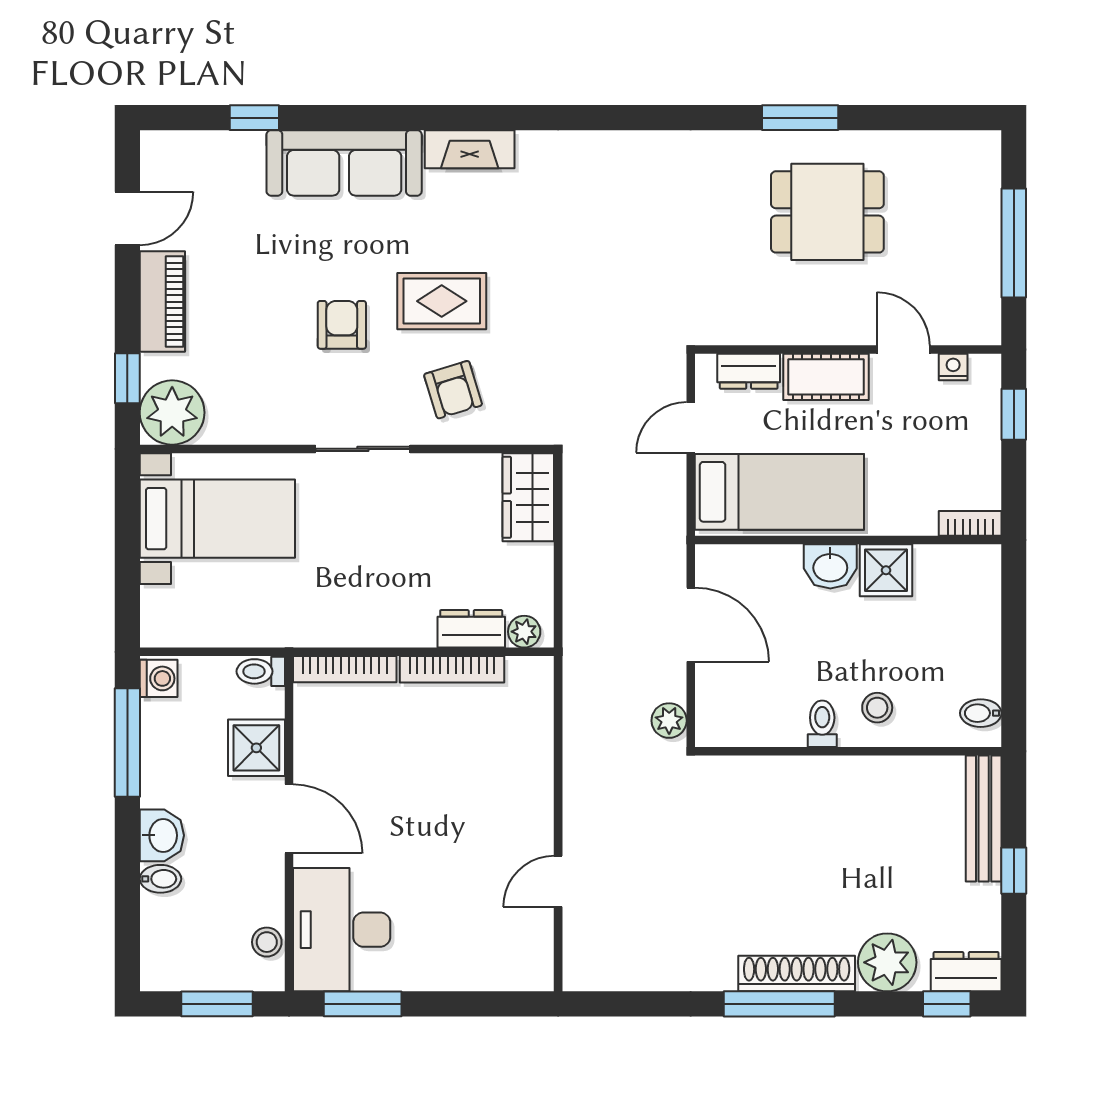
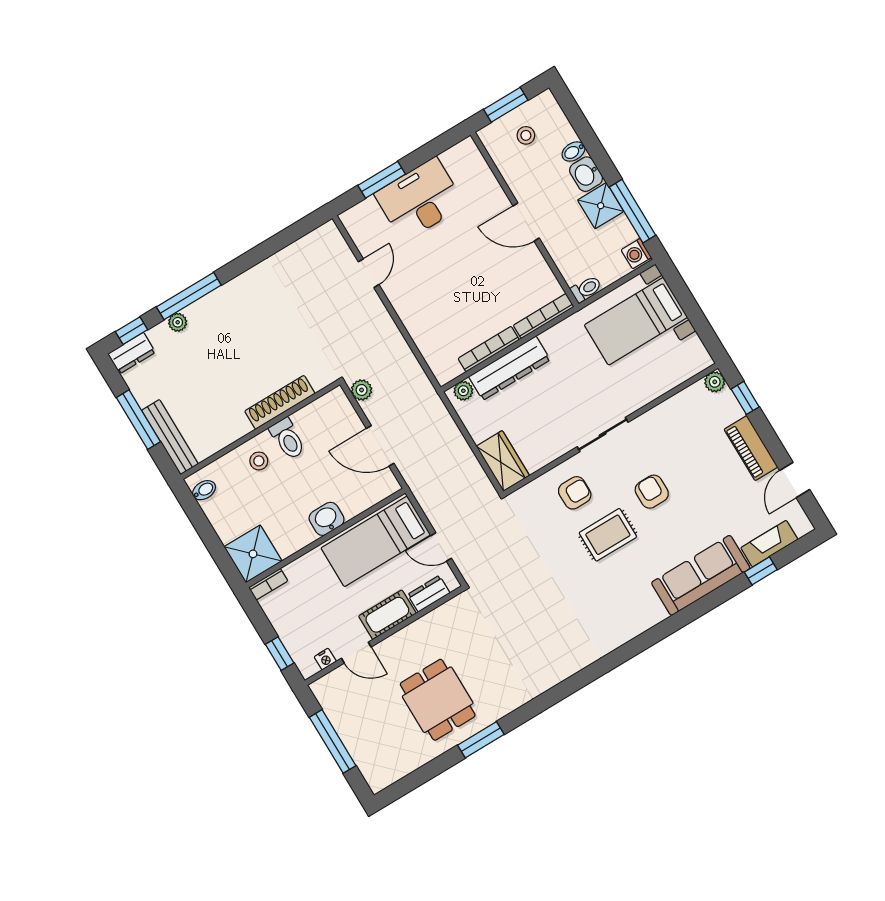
fireplace: (470, 149) -> (769, 544), moved
dining table: (827, 212) -> (438, 700), turned 90
armchair: (342, 325) -> (652, 492), turned 180
armchair: (453, 390) -> (575, 493), turned 107
plant: (172, 413) -> (715, 382), width x0.53, depth x0.53
door: (691, 427) -> (441, 547), swing flipped
bed with nightstands: (217, 519) -> (636, 321), moved
shower: (886, 570) -> (253, 554), moved, width x1.36, depth x1.36
dresser: (471, 629) -> (509, 368), width x1.96, depth x1.24
toilet: (822, 724) -> (288, 439), width x1.37, depth x1.39
shower: (256, 748) -> (601, 206), moved
window: (1014, 871) -> (138, 420), width x2.17
desk: (342, 930) -> (420, 199), moved, turned -90
stool: (267, 942) -> (526, 135), moved
plant: (887, 962) -> (178, 322), width x0.53, depth x0.53
shoe rack: (797, 973) -> (280, 402), moved, turned 180
window: (363, 1004) -> (382, 180), moved
window: (779, 1004) -> (189, 296), moved

